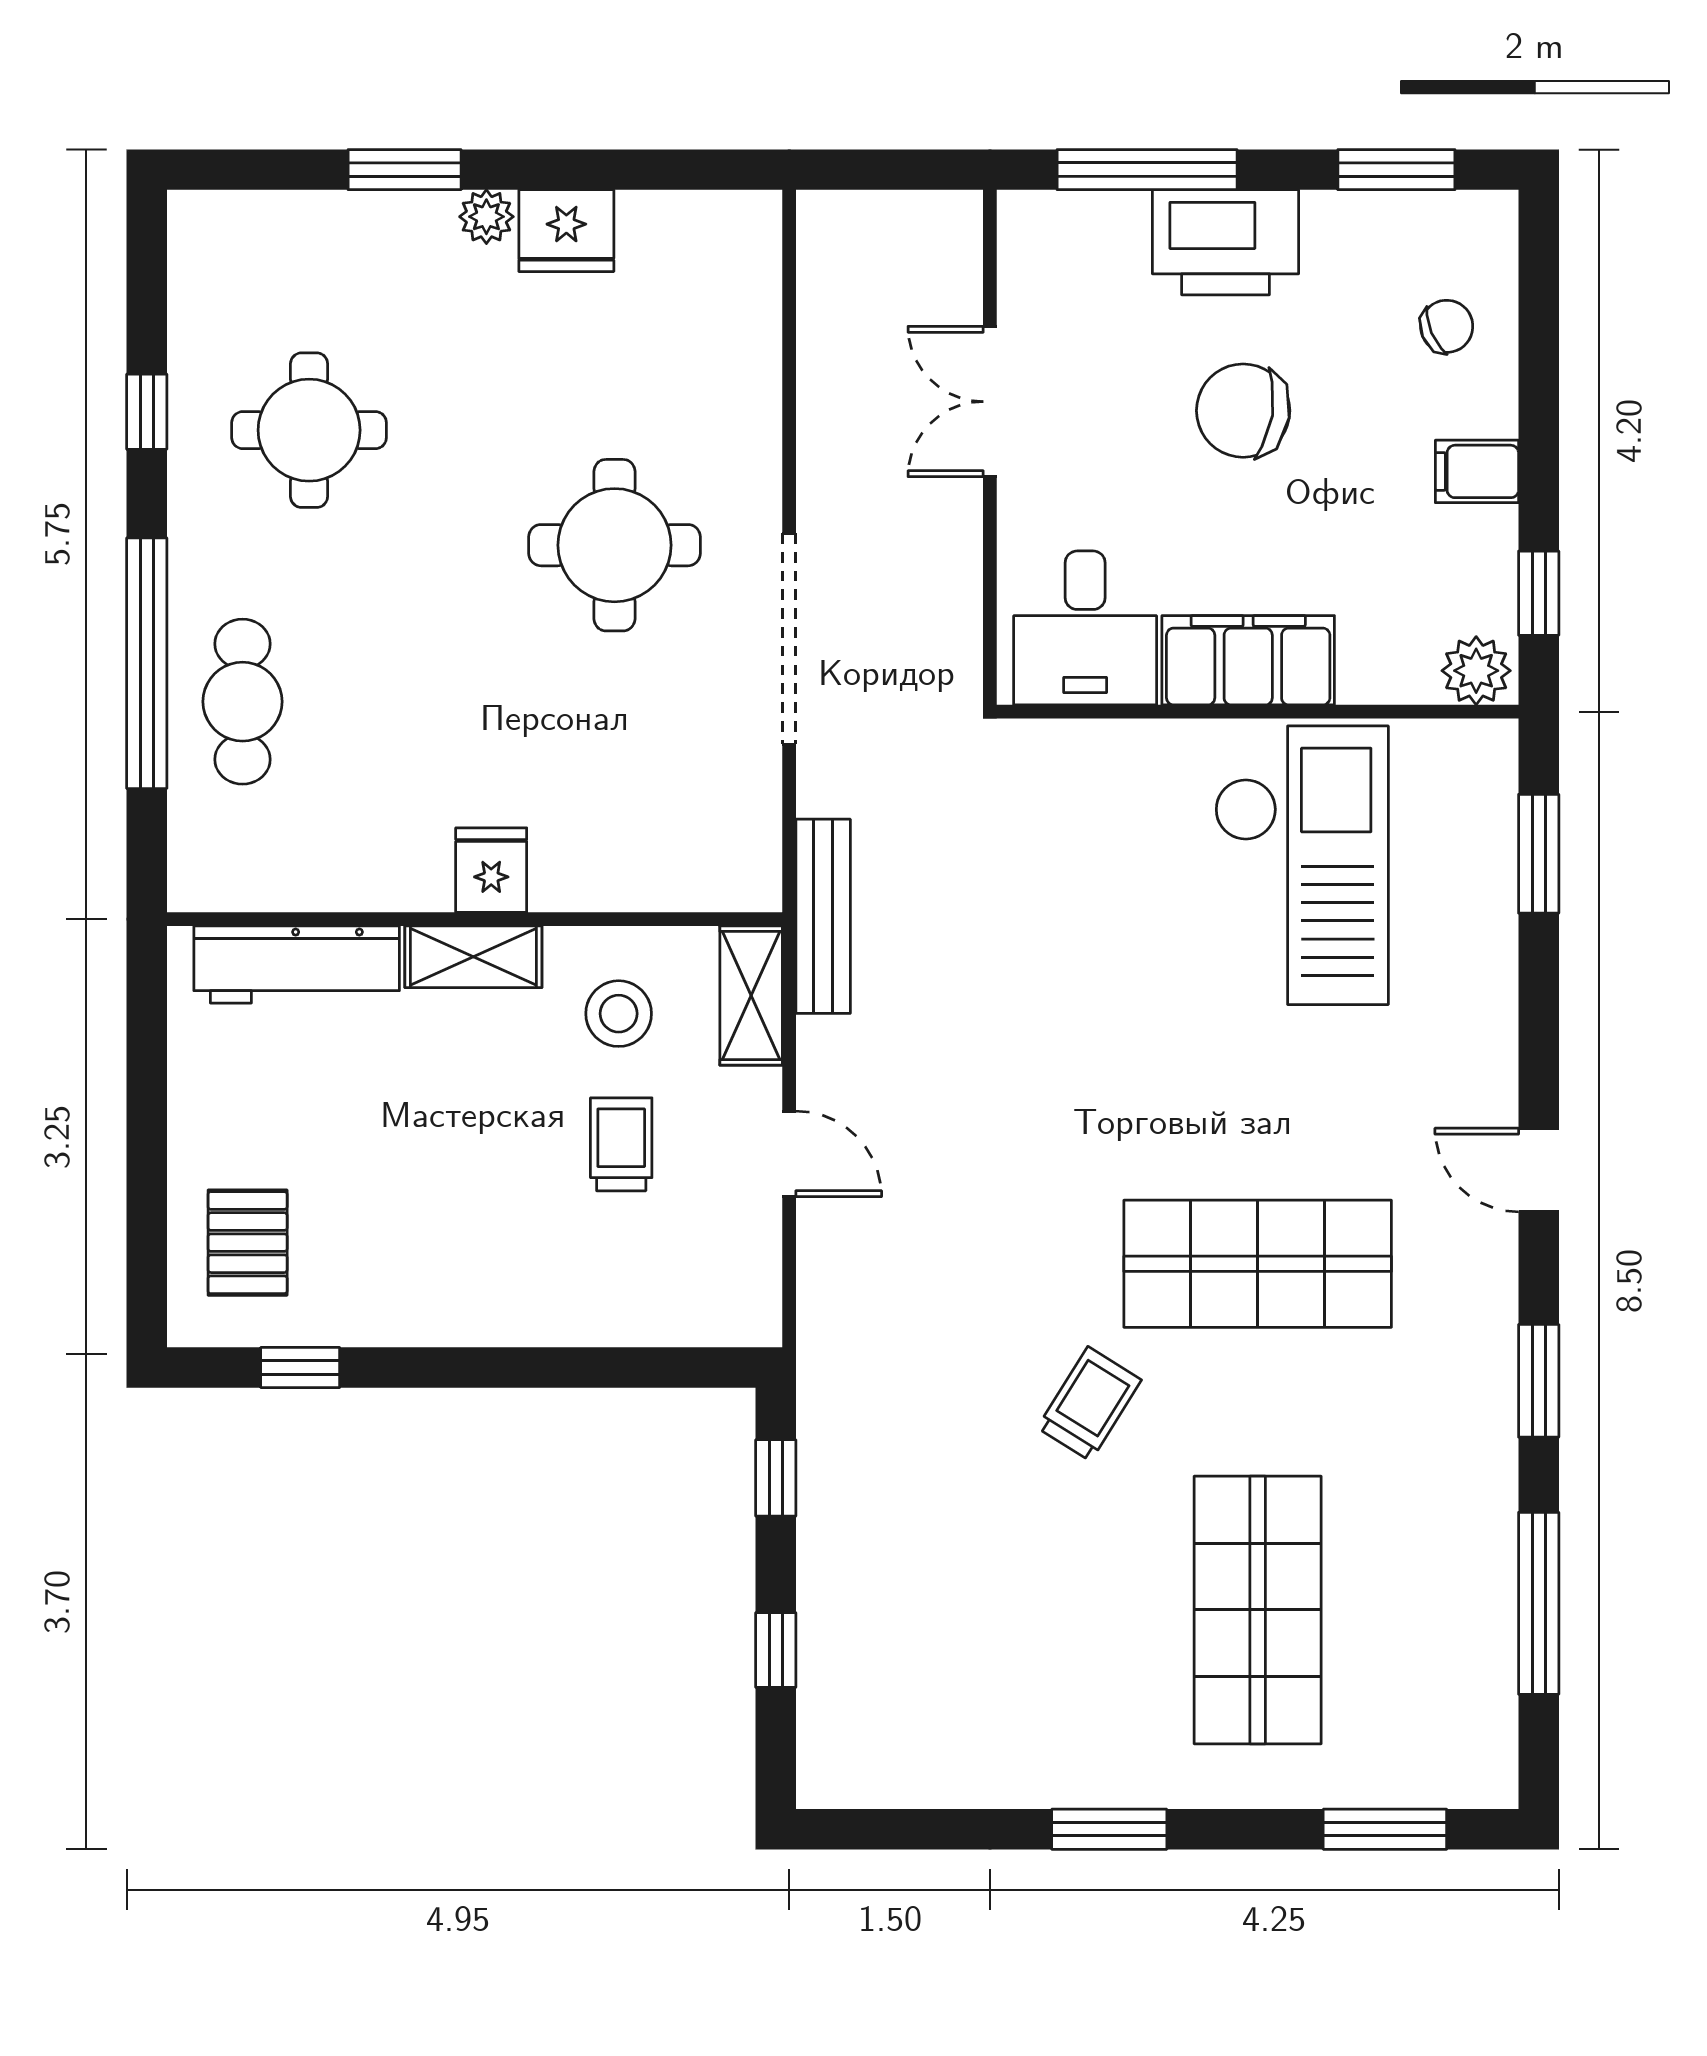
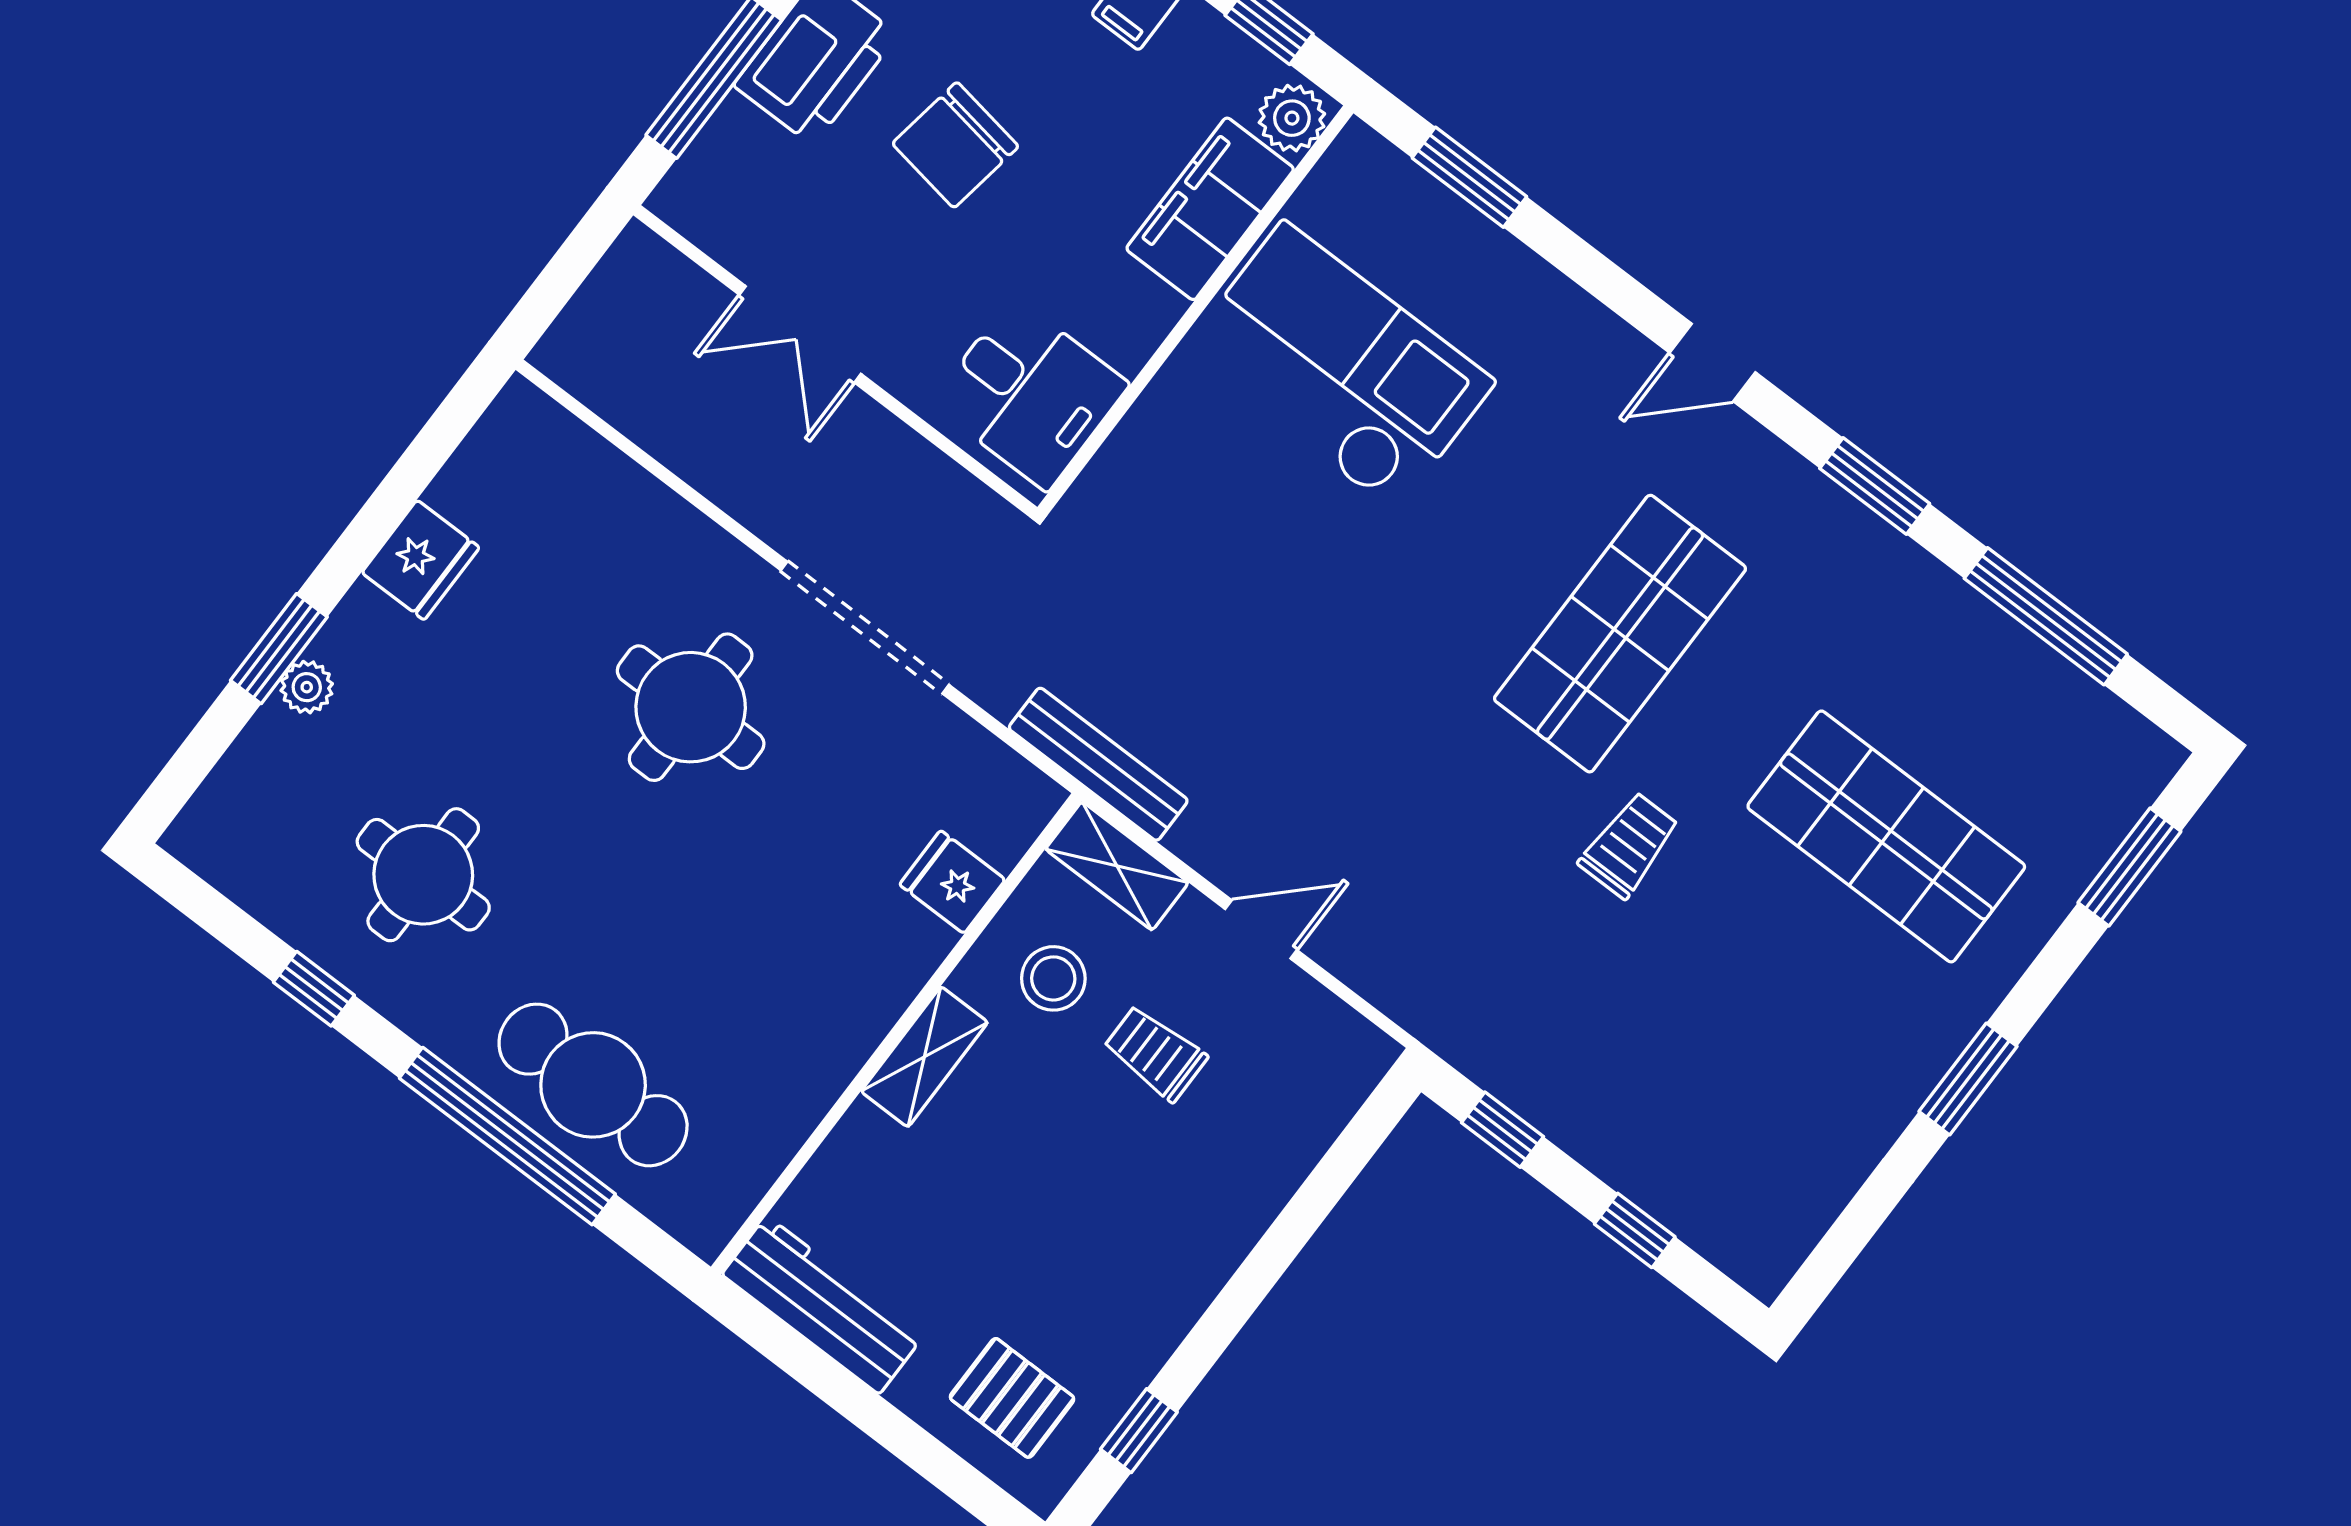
plant: (486, 217) -> (307, 687), moved
filing cabinet: (1248, 660) -> (1210, 209), moved
cafe table: (243, 702) -> (593, 1085), width x1.37, depth x1.35
fridge: (491, 870) -> (952, 882), moved
workbench: (297, 964) -> (823, 1305), moved, turned -90
trolley: (1089, 1404) -> (1629, 845), turned 58

